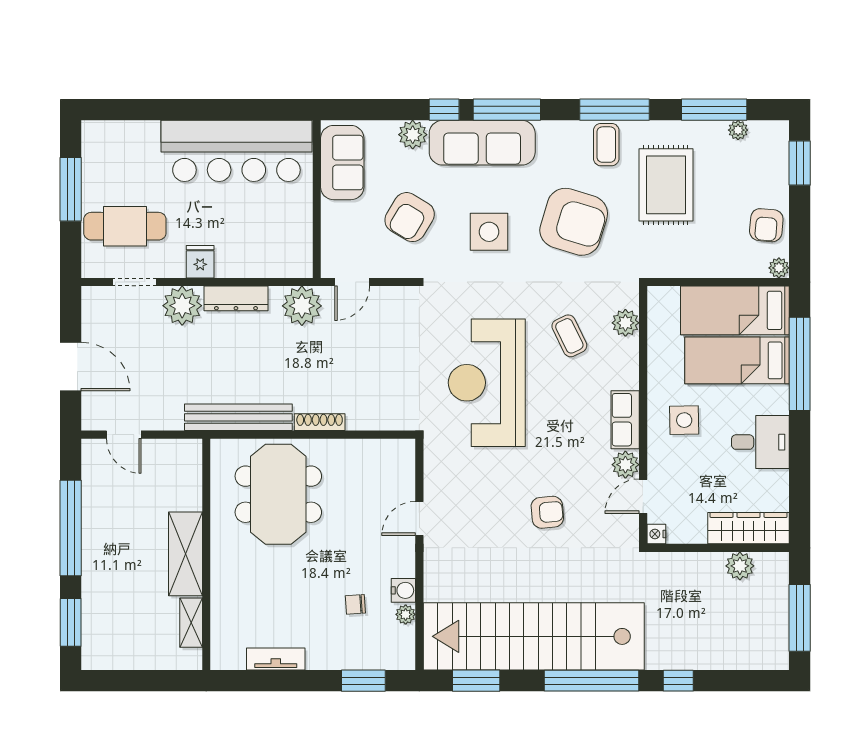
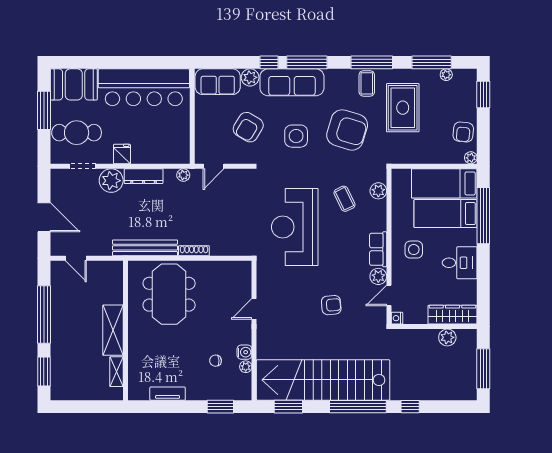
booth: (120, 146) -> (74, 84), added
sofa: (342, 163) -> (218, 82), moved, turned 90
plant: (302, 306) -> (183, 175), width x0.53, depth x0.53

